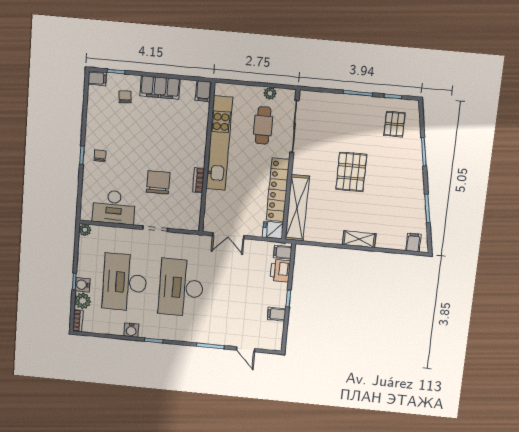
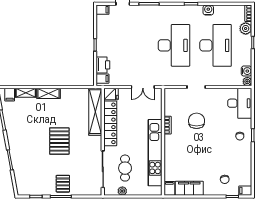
filing cabinet: (160, 87) -> (189, 188), moved
pallet: (394, 124) -> (63, 184), moved
chair: (158, 182) -> (197, 121), turned 180
desk: (114, 207) -> (240, 103), moved, turned 90
double door: (228, 236) -> (143, 87), swing flipped
shelving: (391, 243) -> (26, 93), added
water cooler: (83, 285) -> (246, 71), moved
filing cabinet: (277, 314) -> (103, 10), moved

